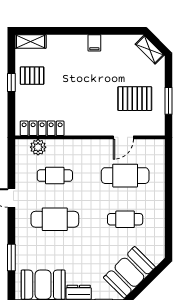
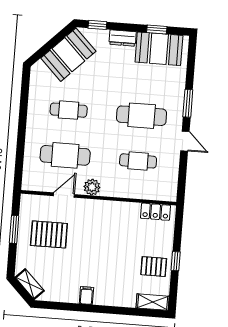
locker: (42, 128) -> (156, 212), width x0.66
plant: (38, 147) -> (92, 187), moved
window: (11, 257) -> (188, 103), moved

